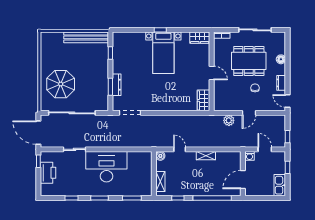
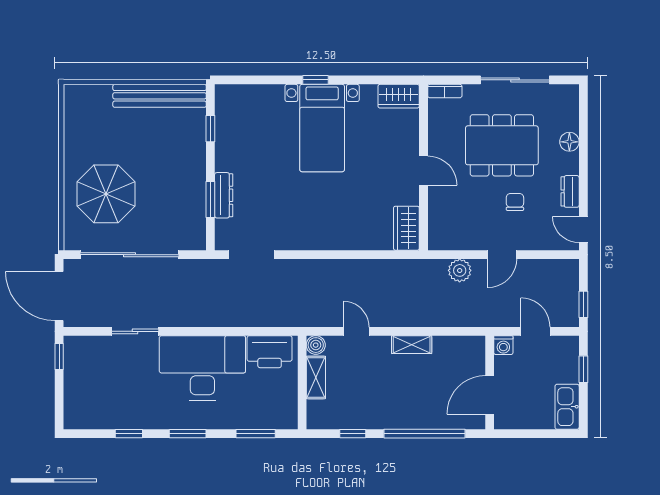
printer: (48, 173) -> (270, 352), moved, turned 90
shelving: (160, 181) -> (316, 377), moved

